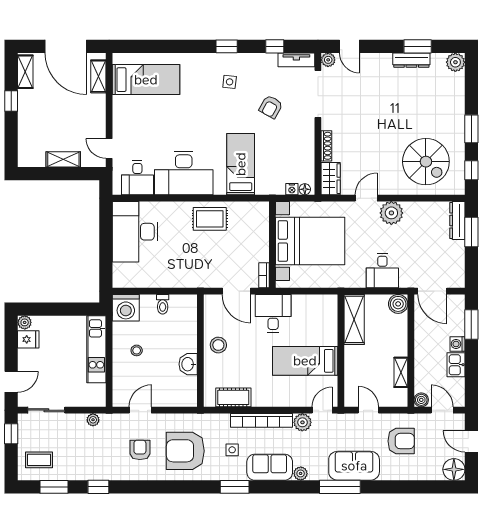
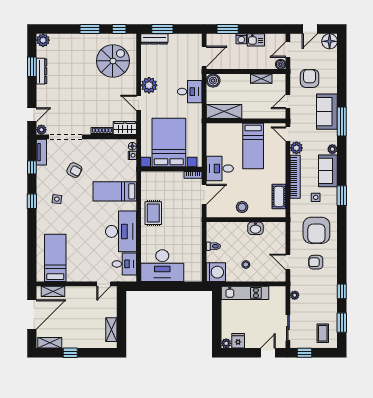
shelving: (63, 159) -> (111, 330), moved
door: (11, 382) -> (268, 353), hinge flipped

